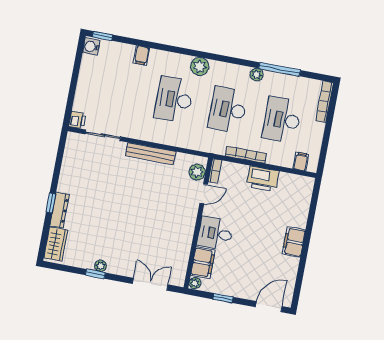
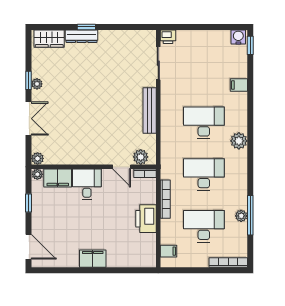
plant: (257, 75) -> (241, 216), moved
plant: (178, 280) -> (38, 158), added
double door: (150, 284) -> (29, 119), moved

